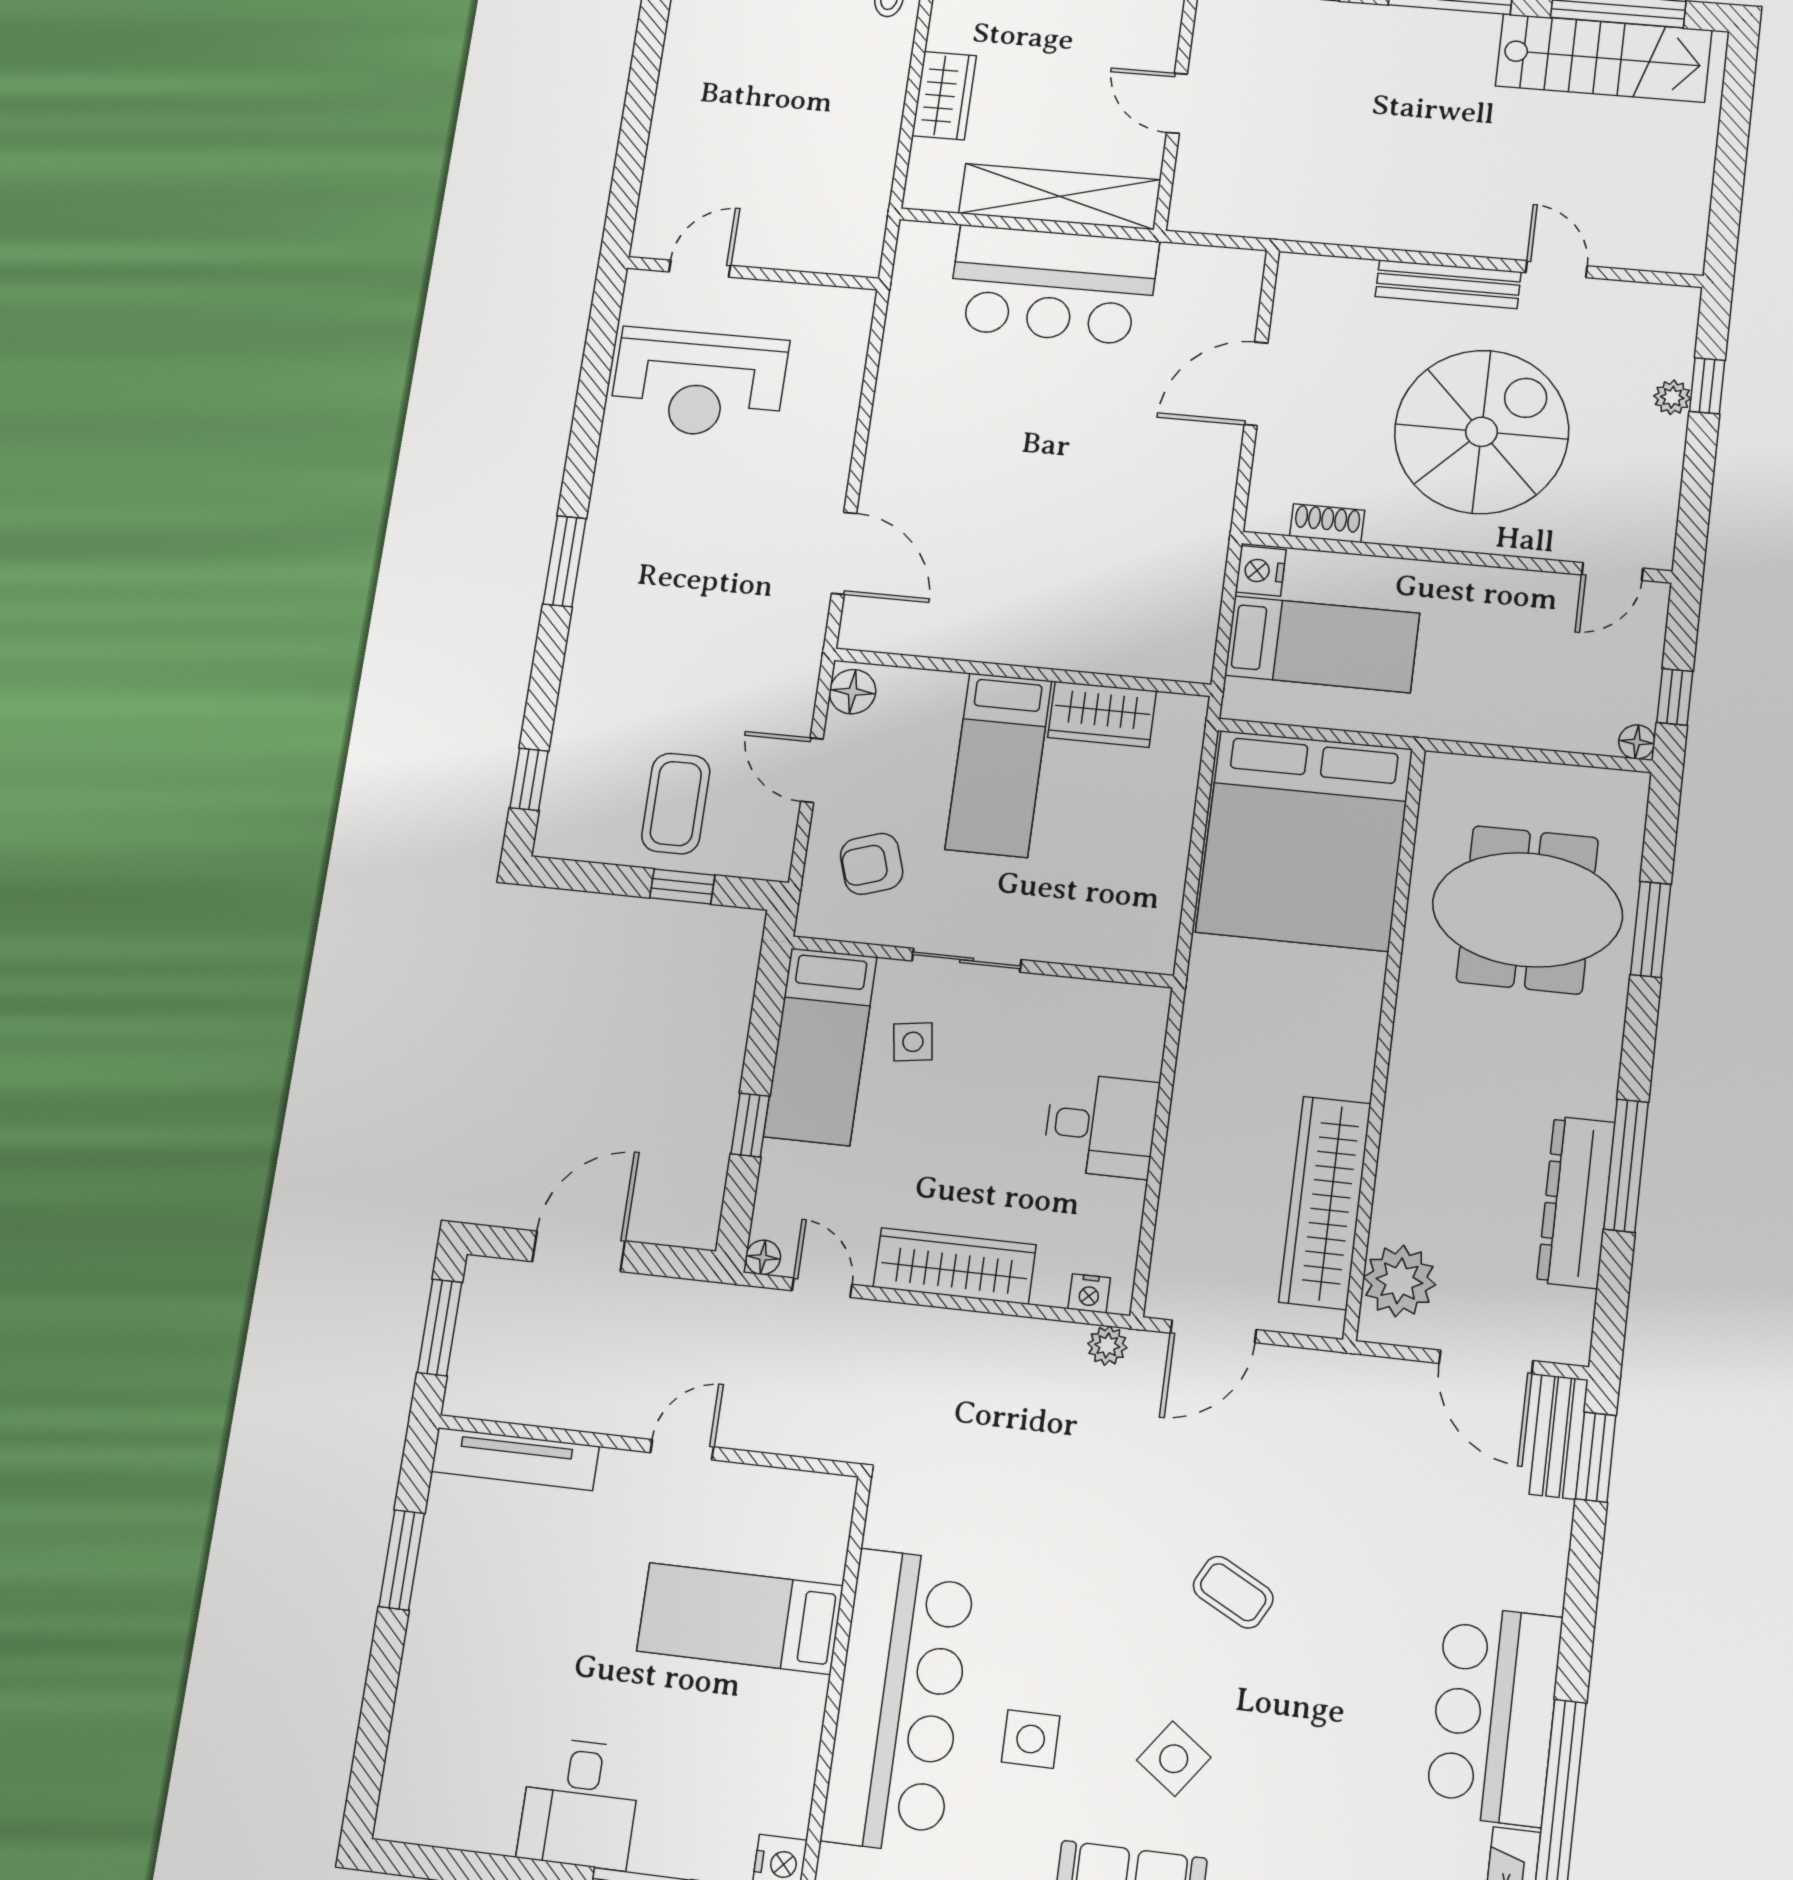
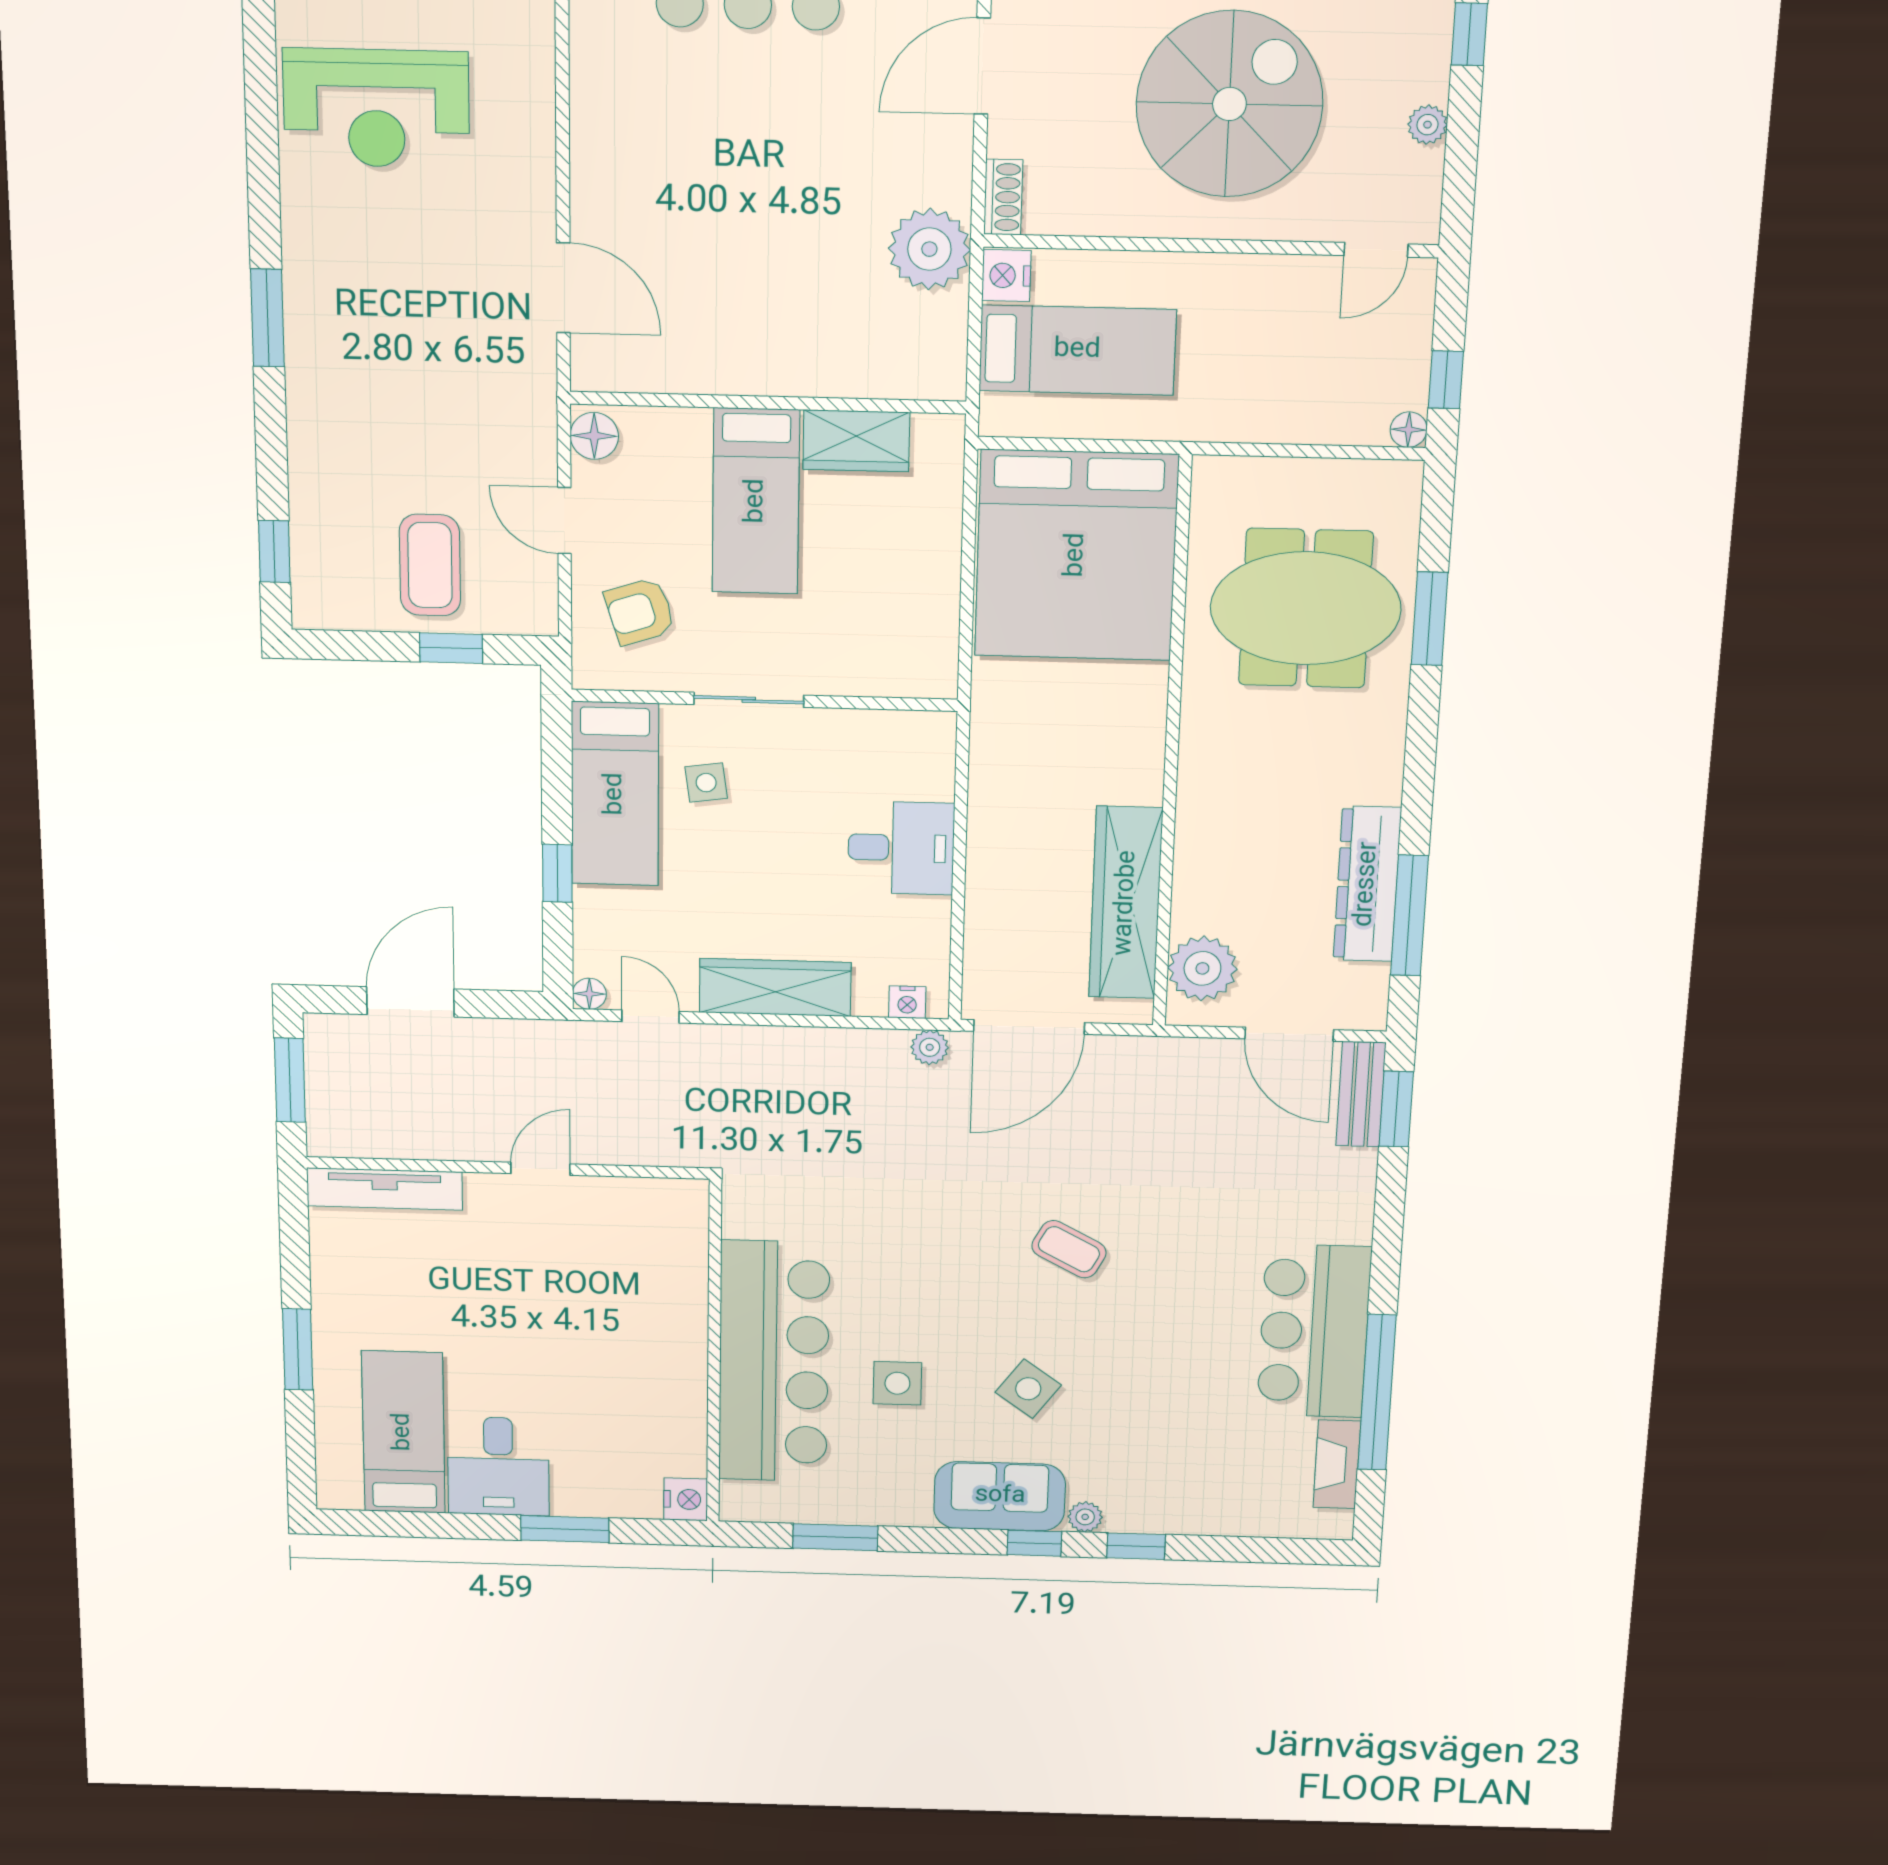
plant: (1672, 397) -> (1427, 125), moved
shoe rack: (1327, 523) -> (1003, 197), moved, turned 90
plant: (1191, 542) -> (929, 249), added
window: (1626, 1166) -> (1409, 916), moved
door: (1213, 1331) -> (1029, 1027), width x1.36
window: (402, 1560) -> (298, 1349), moved
bed: (740, 1618) -> (403, 1432), moved, turned 90

